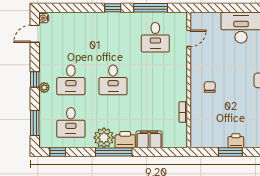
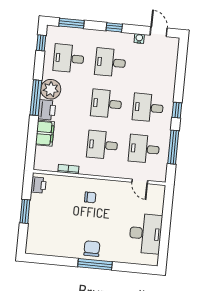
water cooler: (44, 18) -> (139, 38), moved
desk: (113, 37) -> (148, 108), added
desk: (155, 80) -> (102, 145), added
plant: (44, 88) -> (105, 36), removed
printer: (236, 141) -> (38, 185), moved

